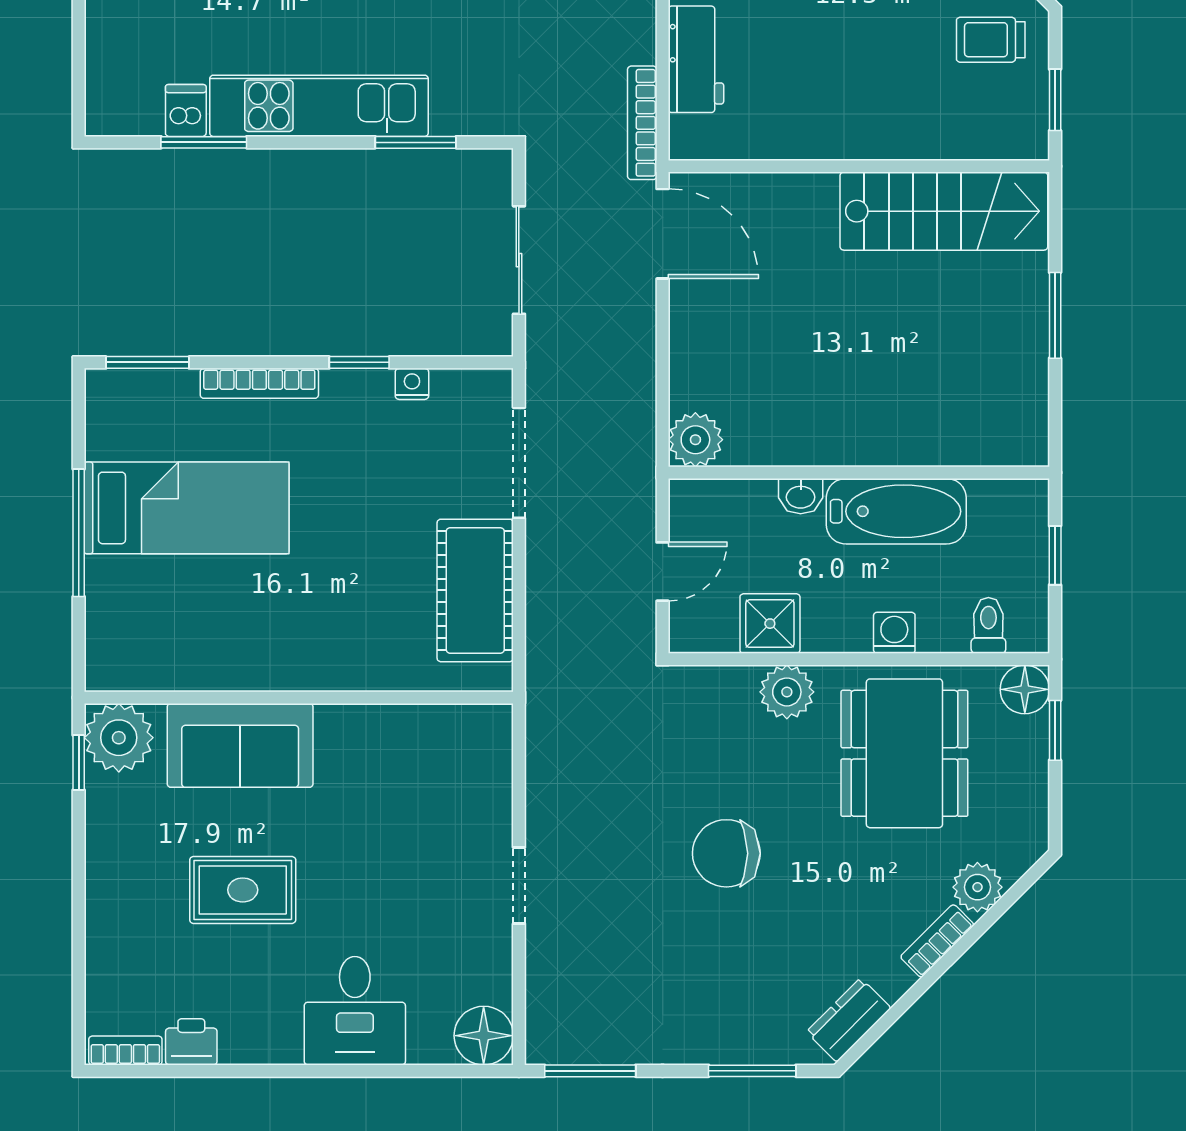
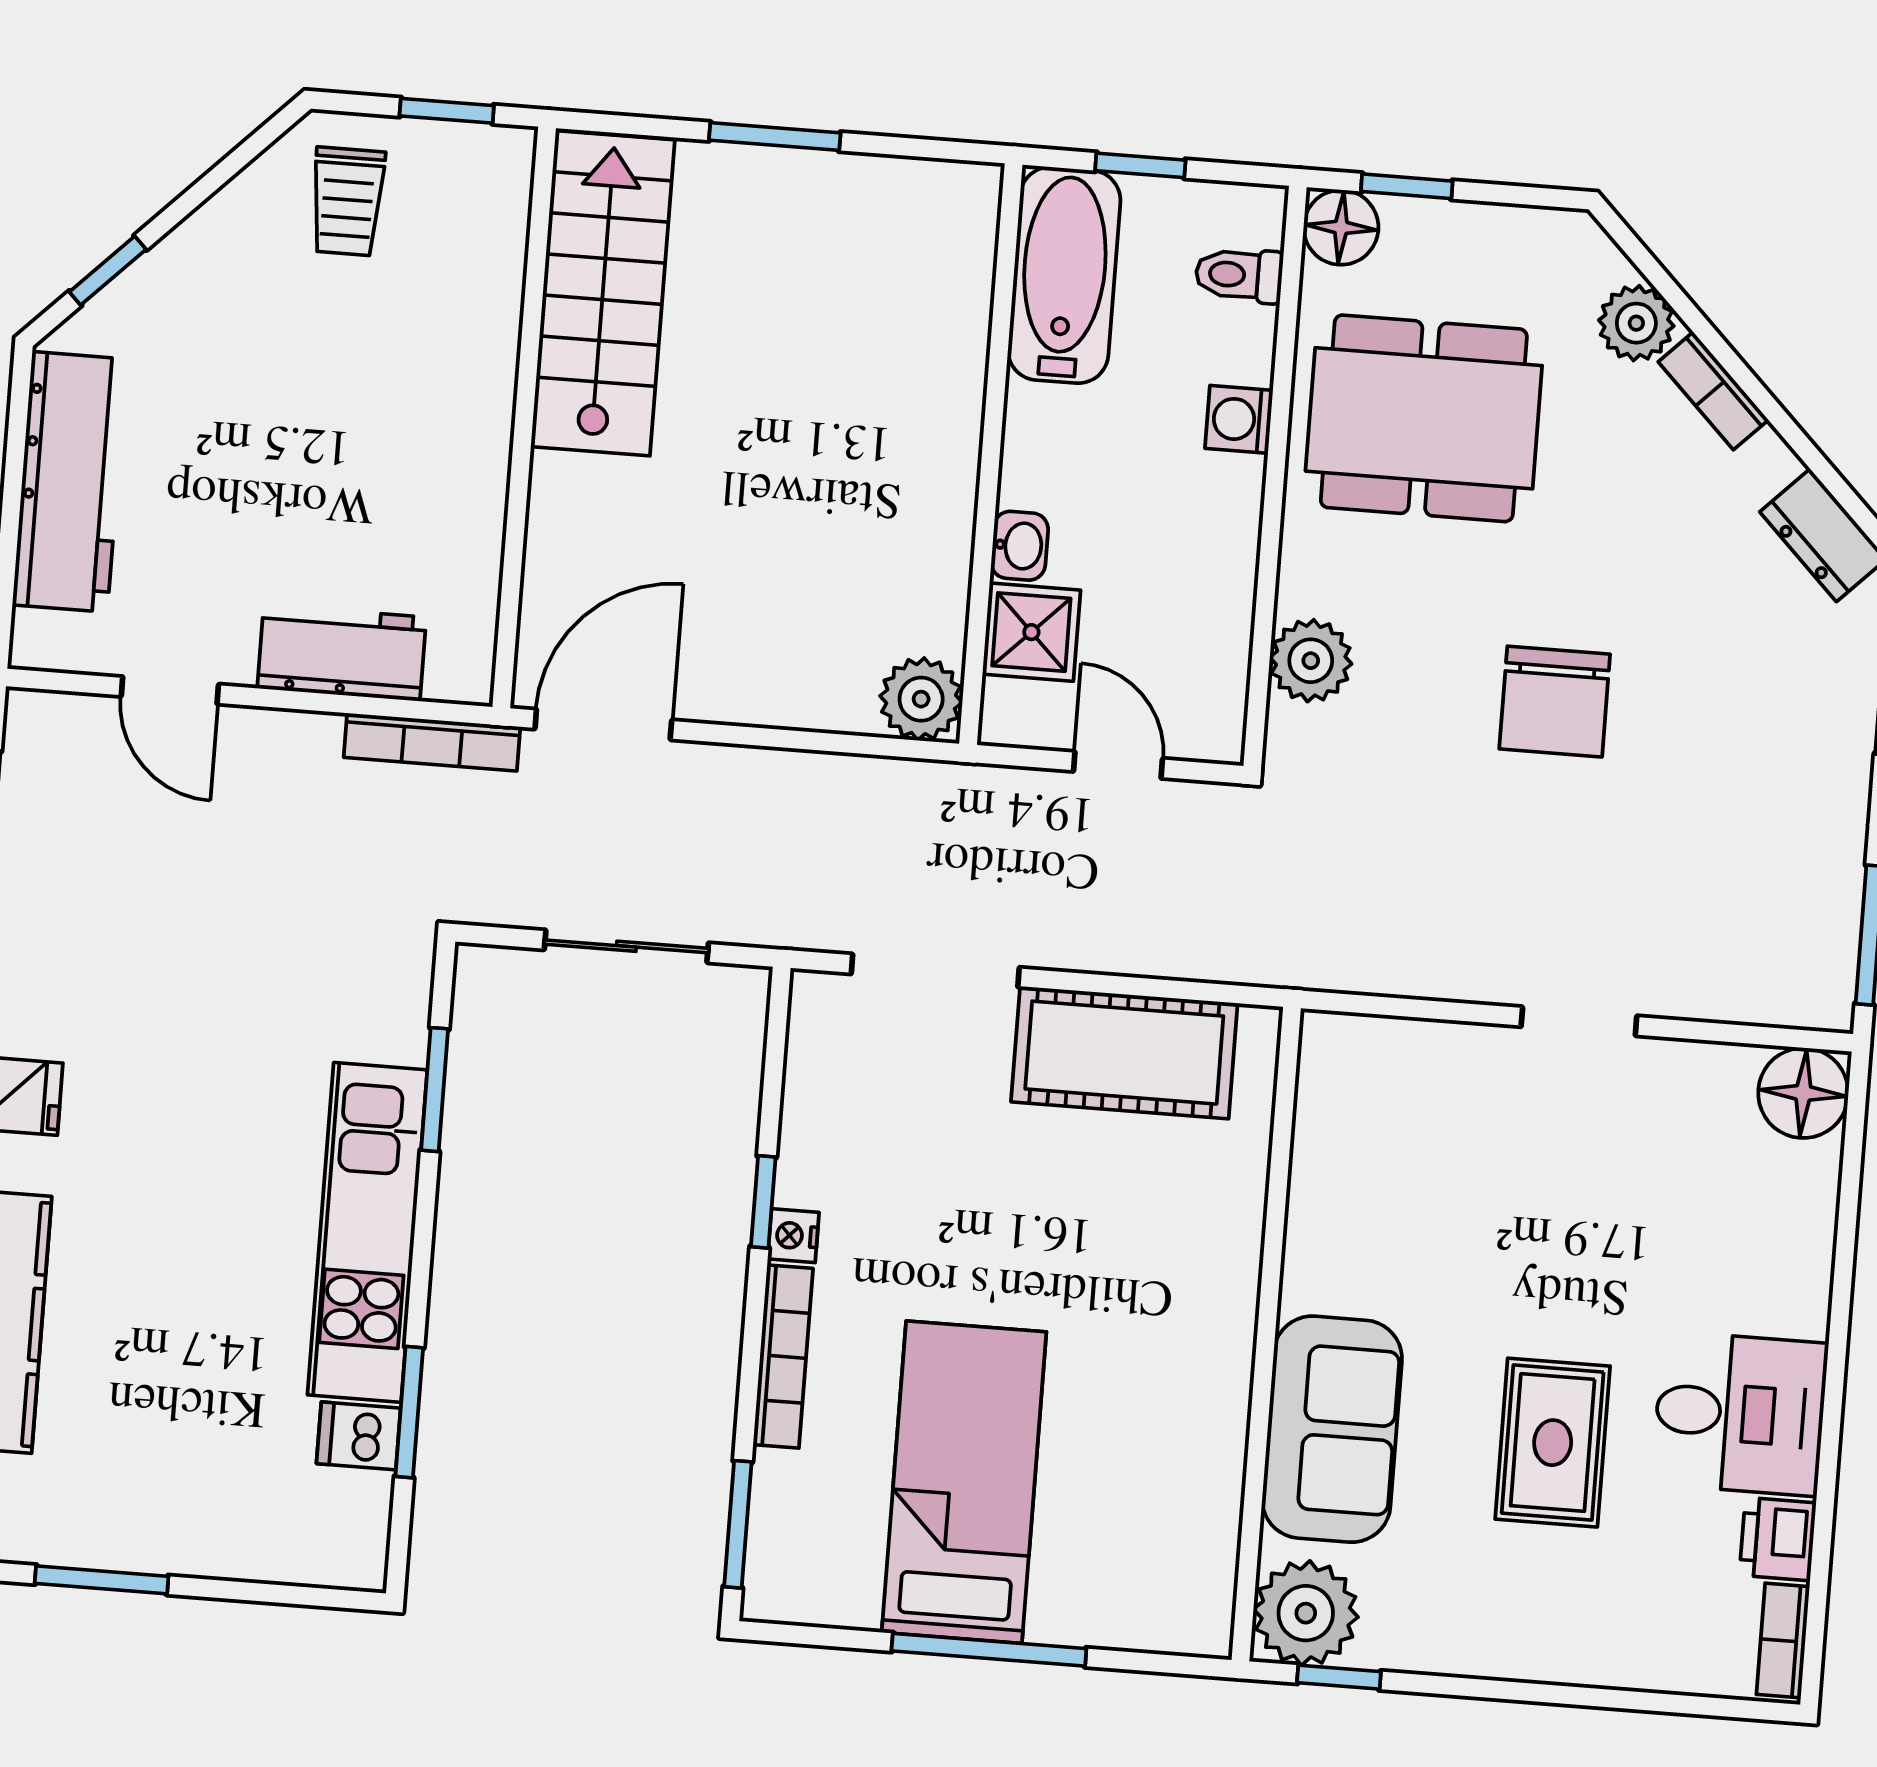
nightstand: (412, 384) -> (793, 1236), moved
bathtub: (896, 511) -> (1064, 275), moved
shower: (770, 624) -> (1031, 632), moved
plant: (787, 692) -> (1311, 661), moved
desk: (355, 1011) -> (1740, 1414), moved

